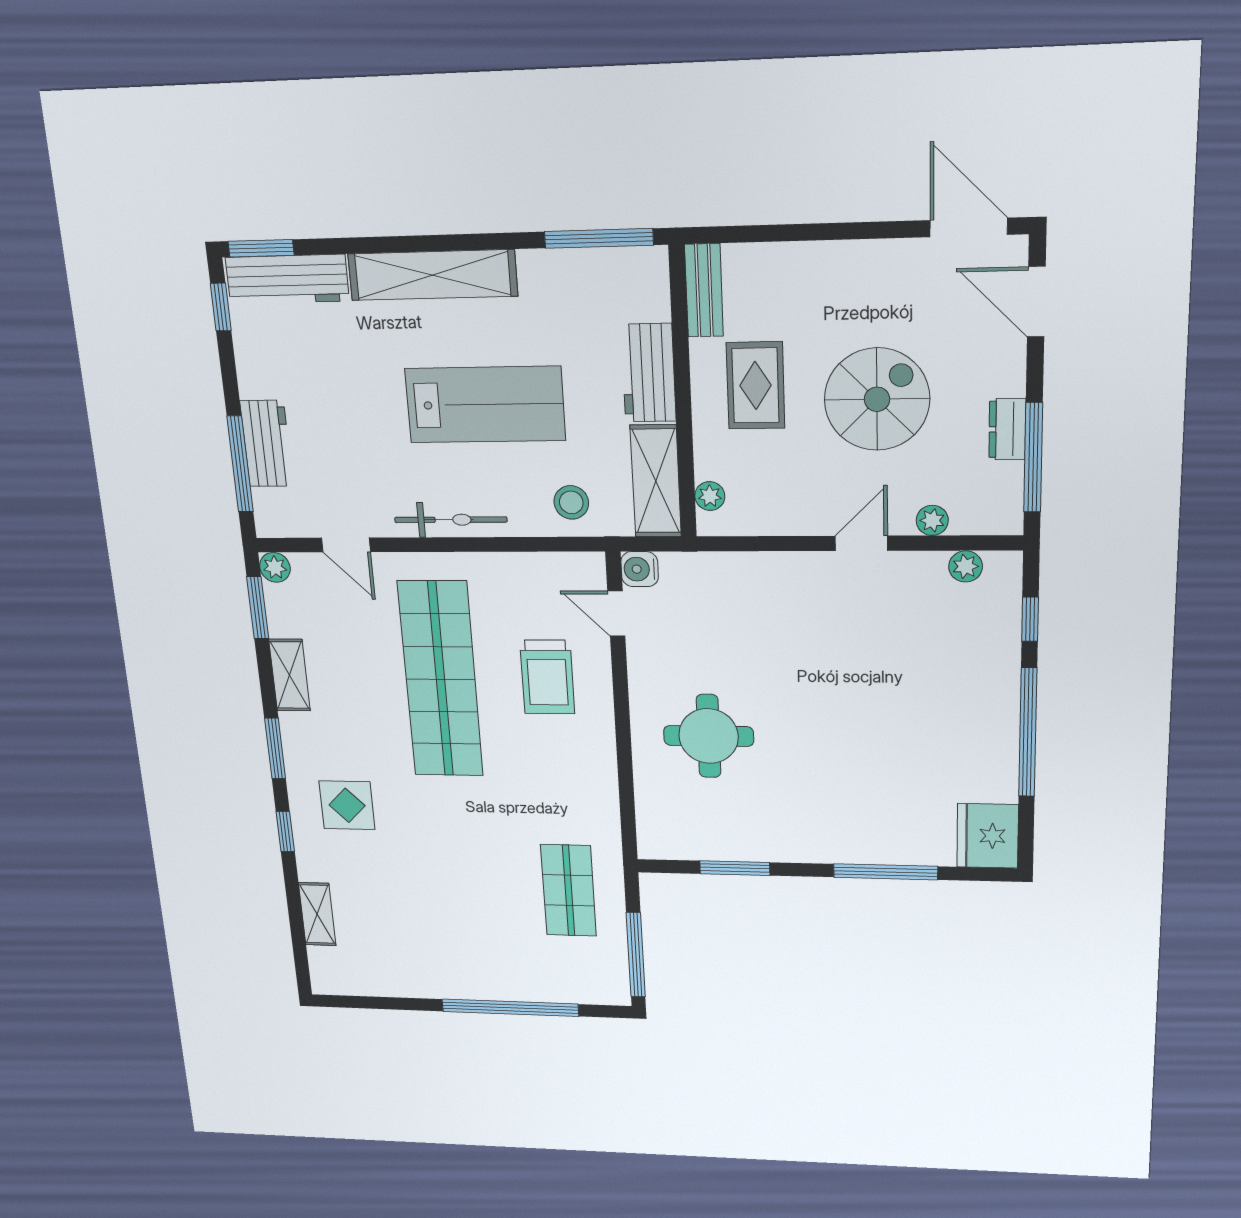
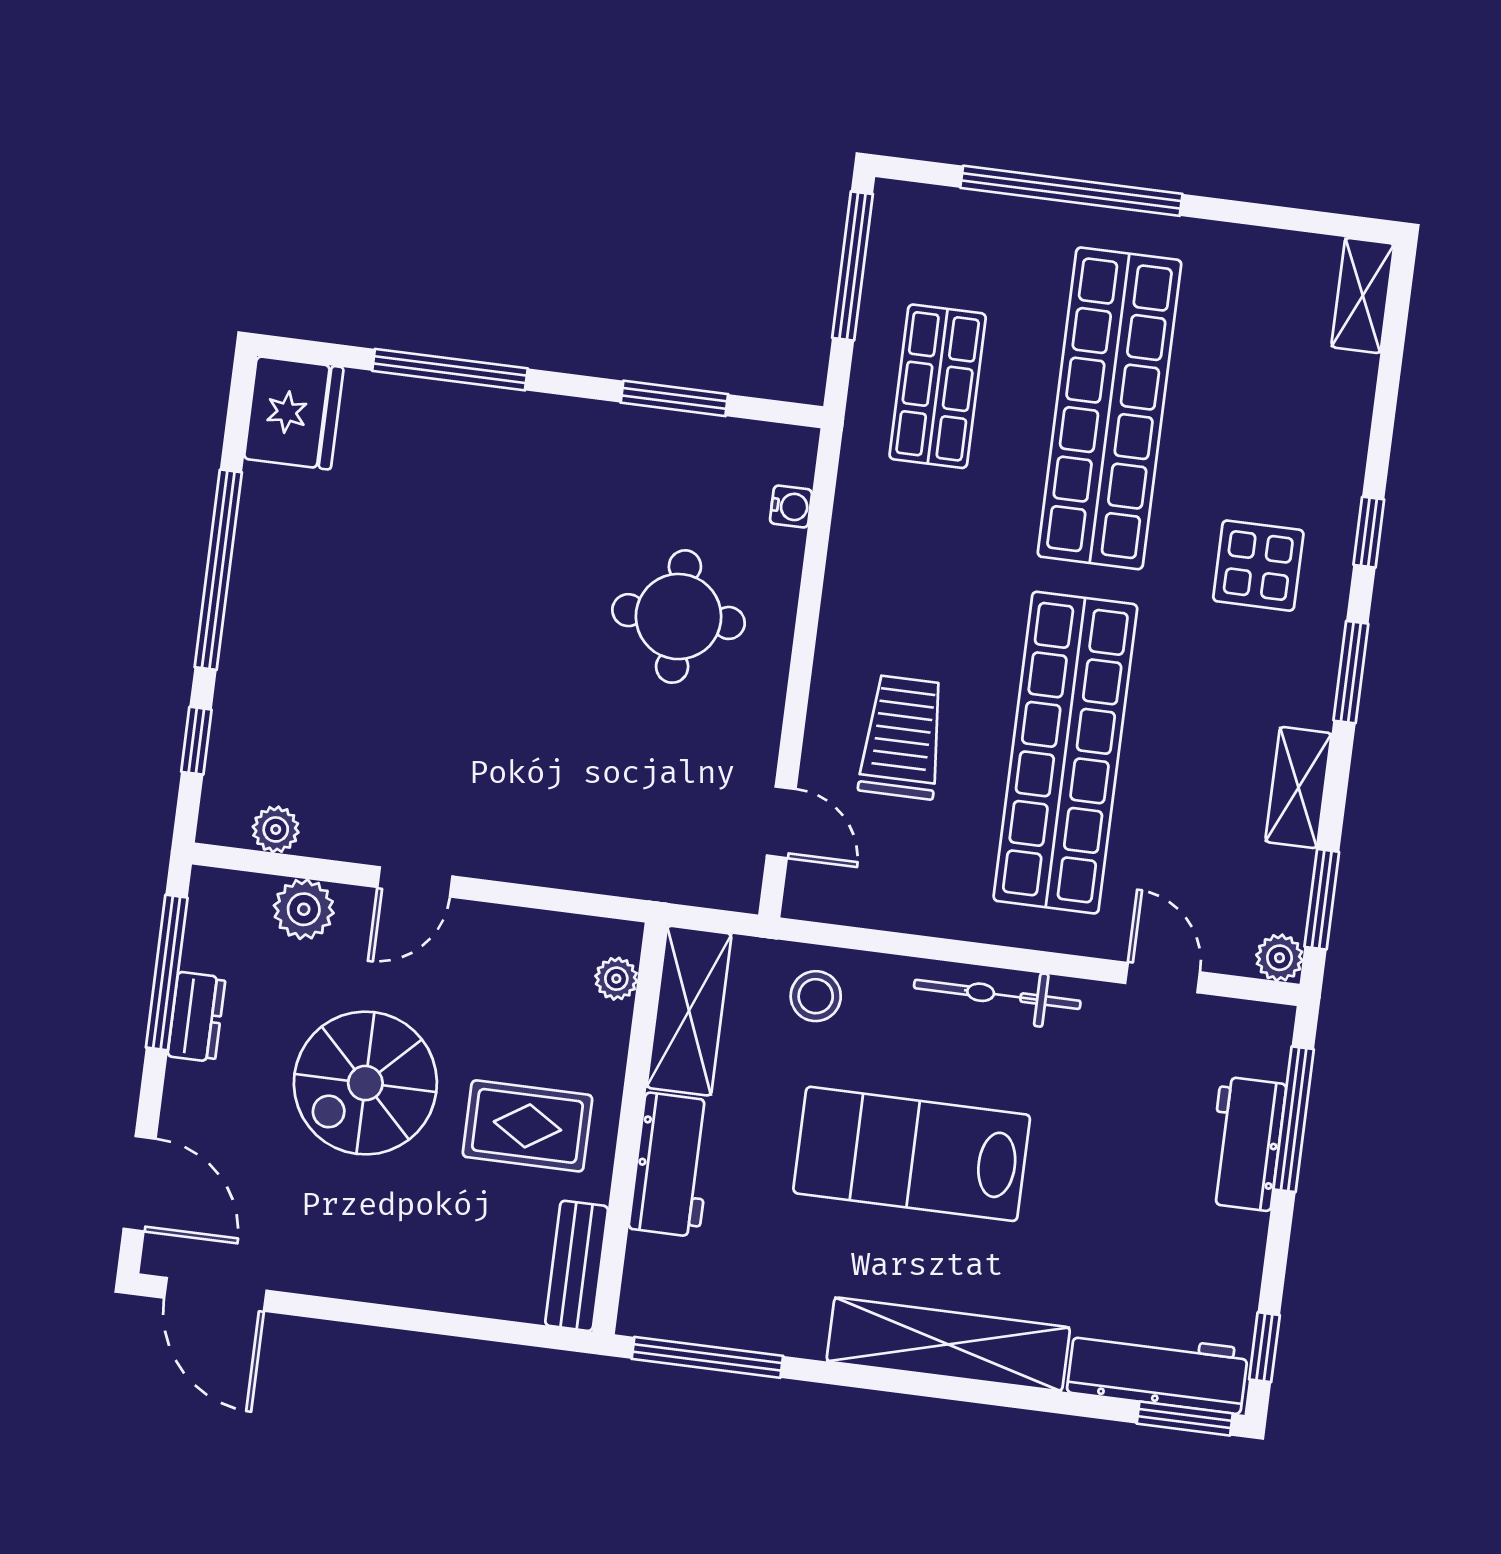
rug: (755, 385) -> (527, 1126), turned 90
plant: (932, 520) -> (304, 909), width x1.38, depth x1.38
water cooler: (640, 569) -> (791, 507), moved, width x0.72, depth x0.72
shop shelf: (459, 888) -> (1109, 408), added
shelving: (317, 914) -> (1363, 295), moved

